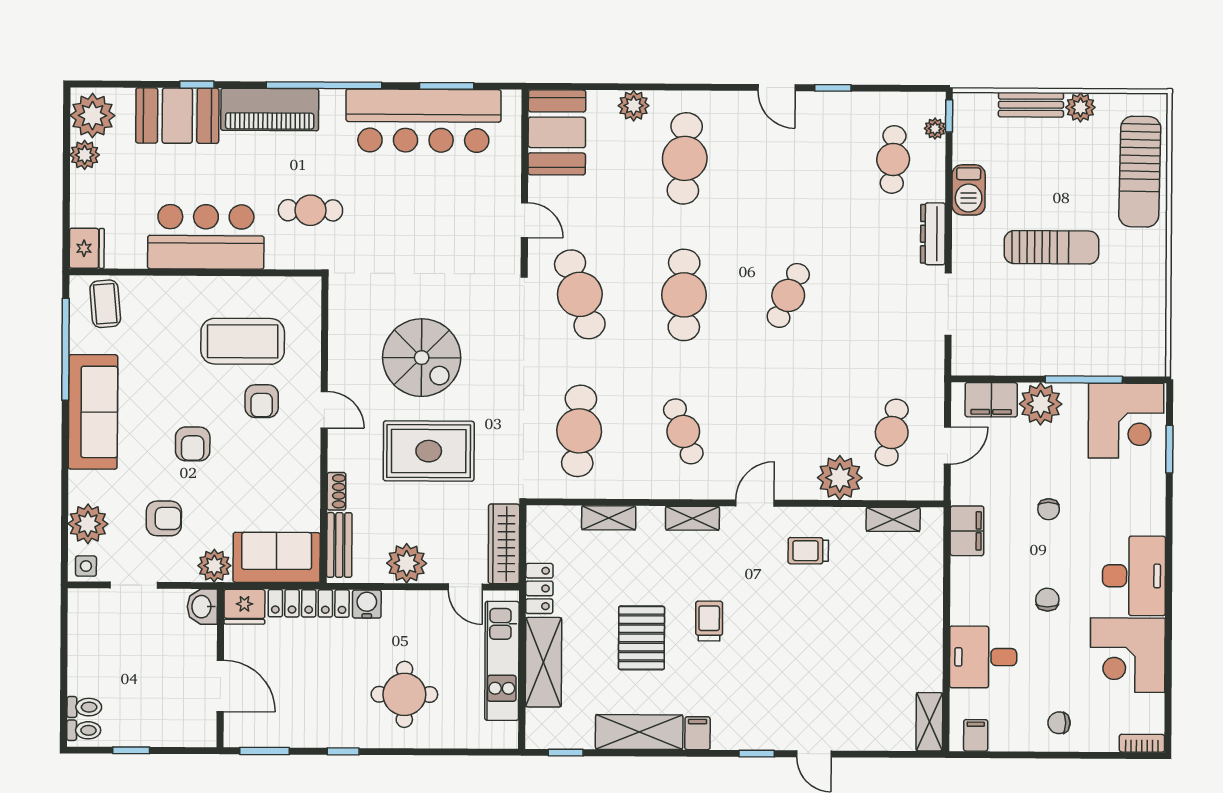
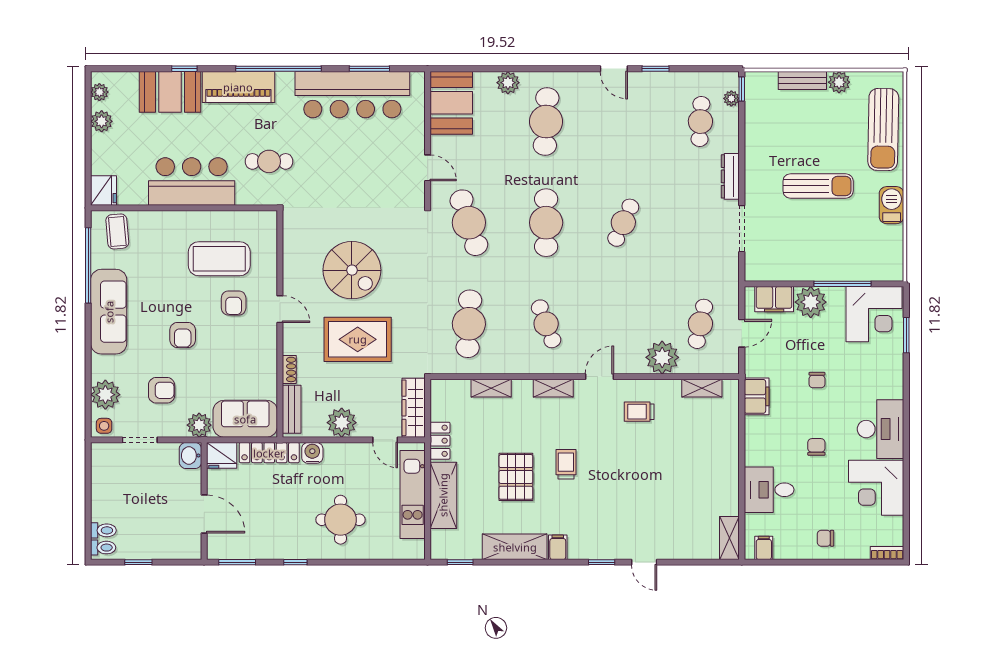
plant: (92, 116) -> (99, 92), width x0.53, depth x0.53
barbecue: (969, 190) -> (892, 205), moved, turned 180

